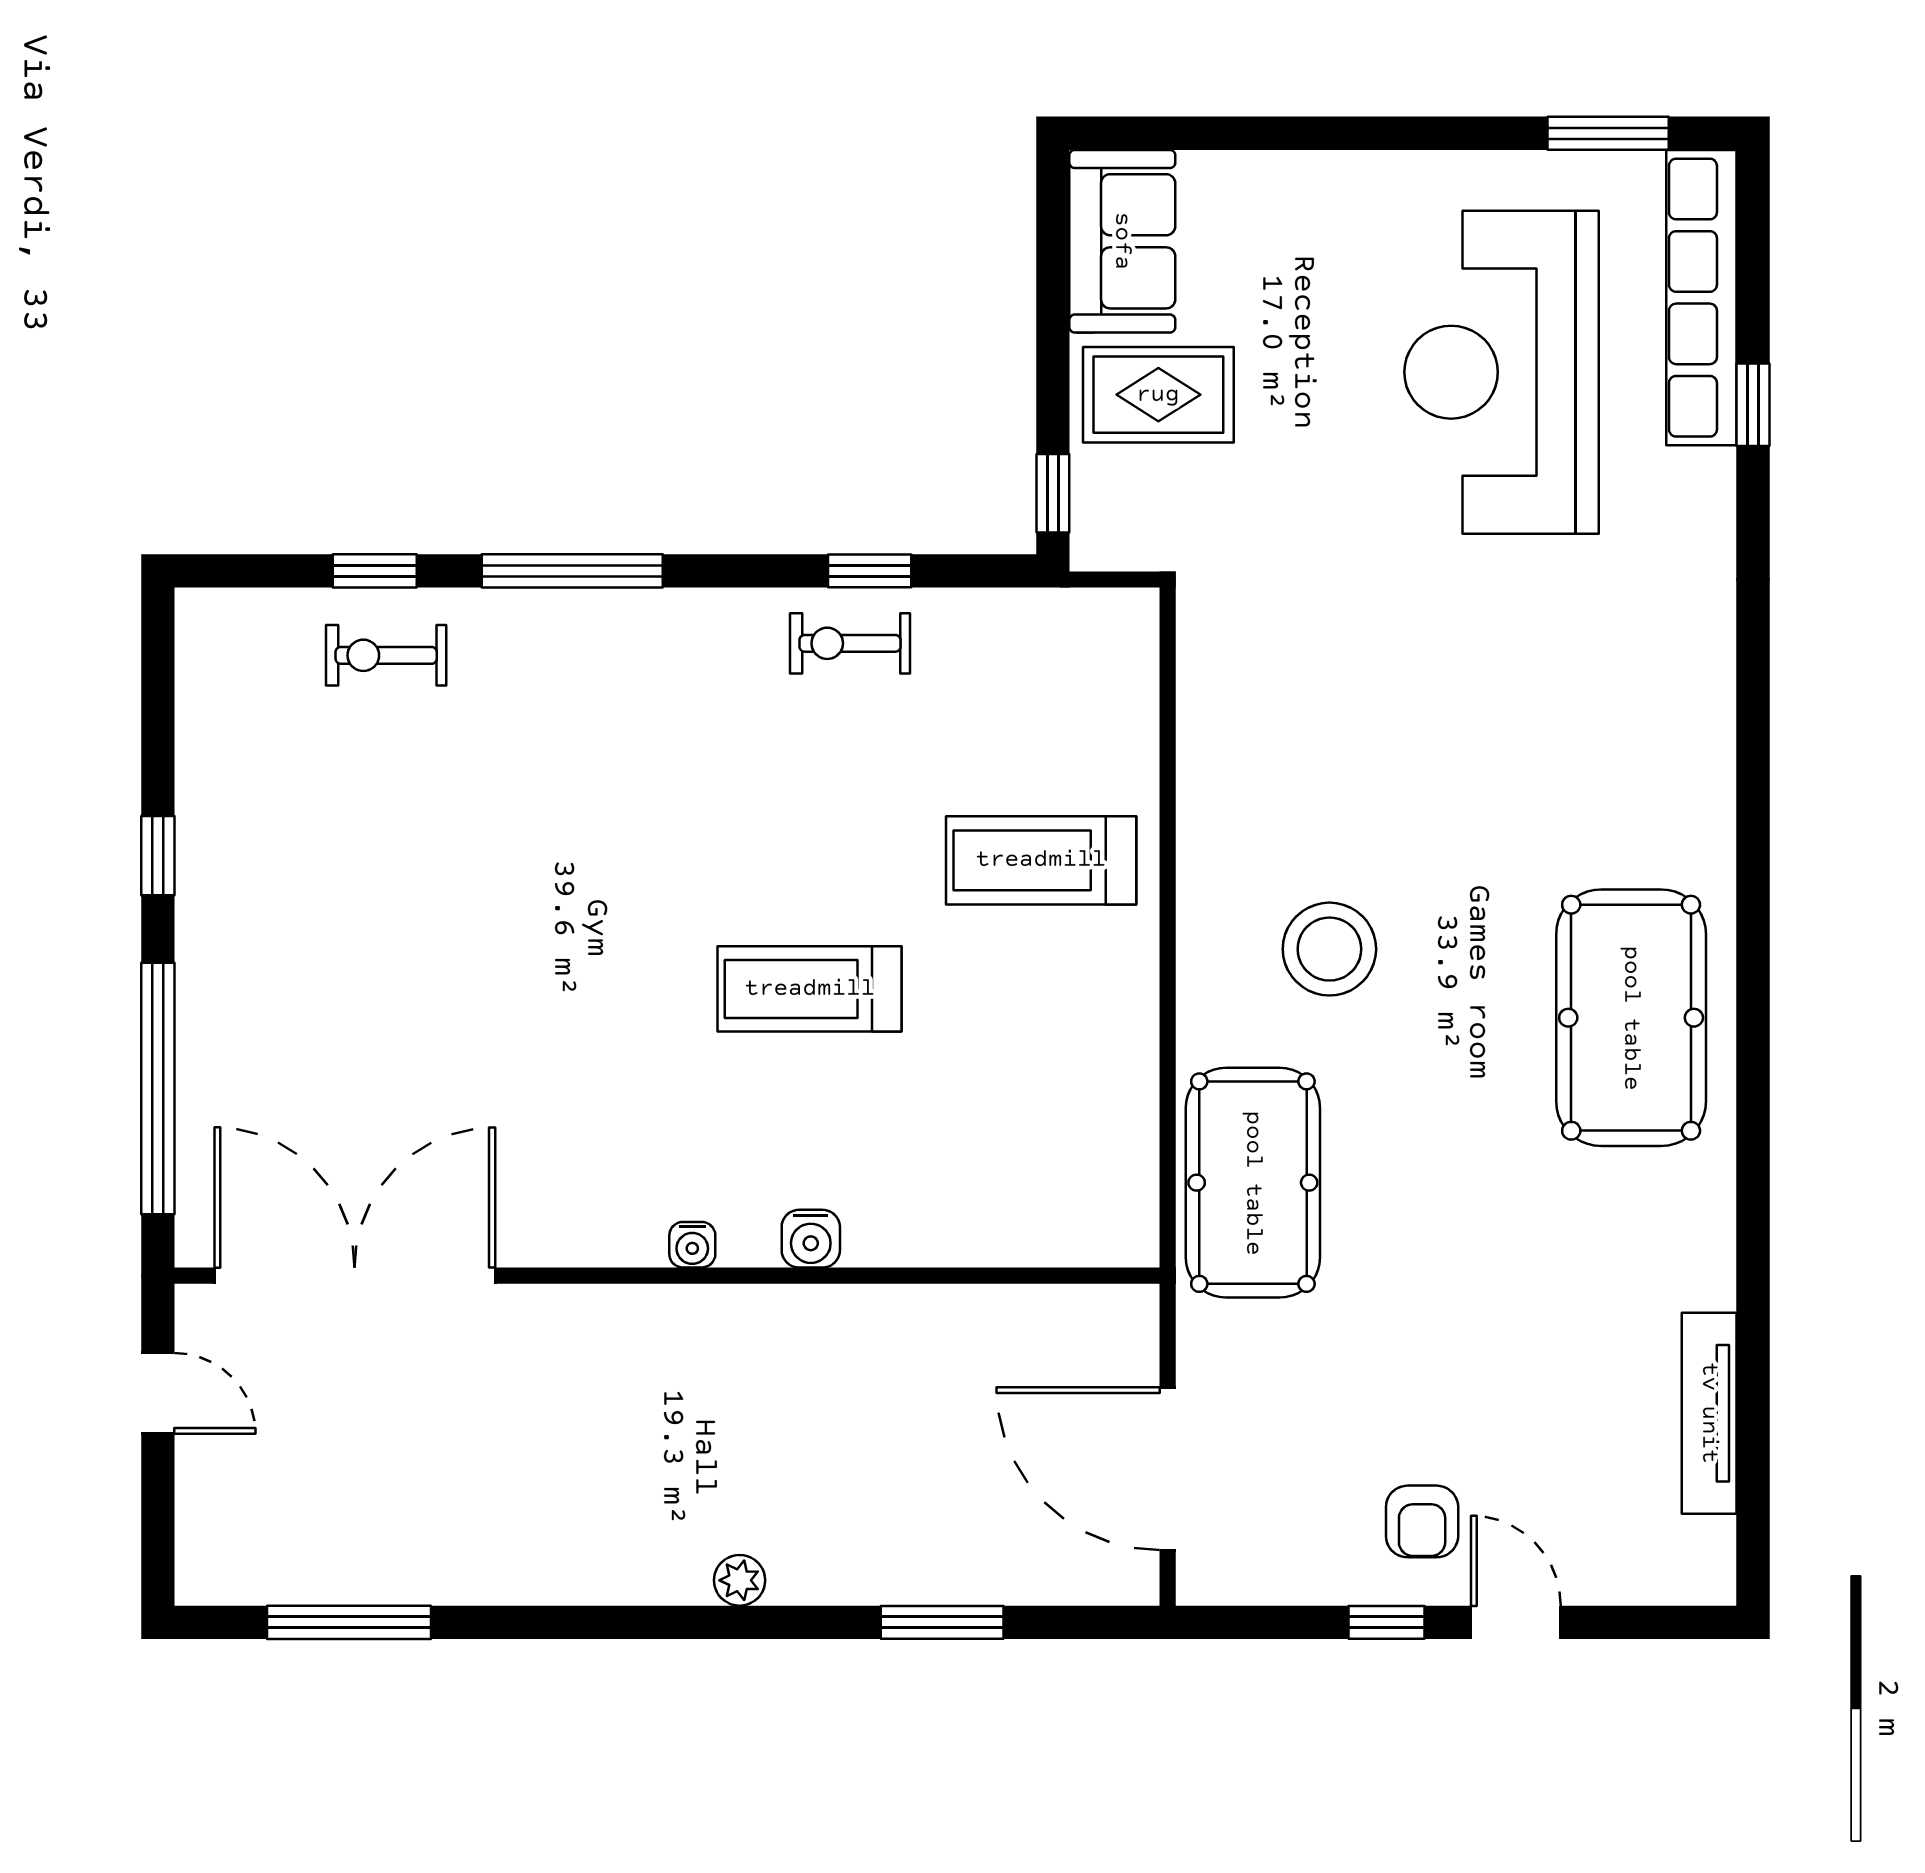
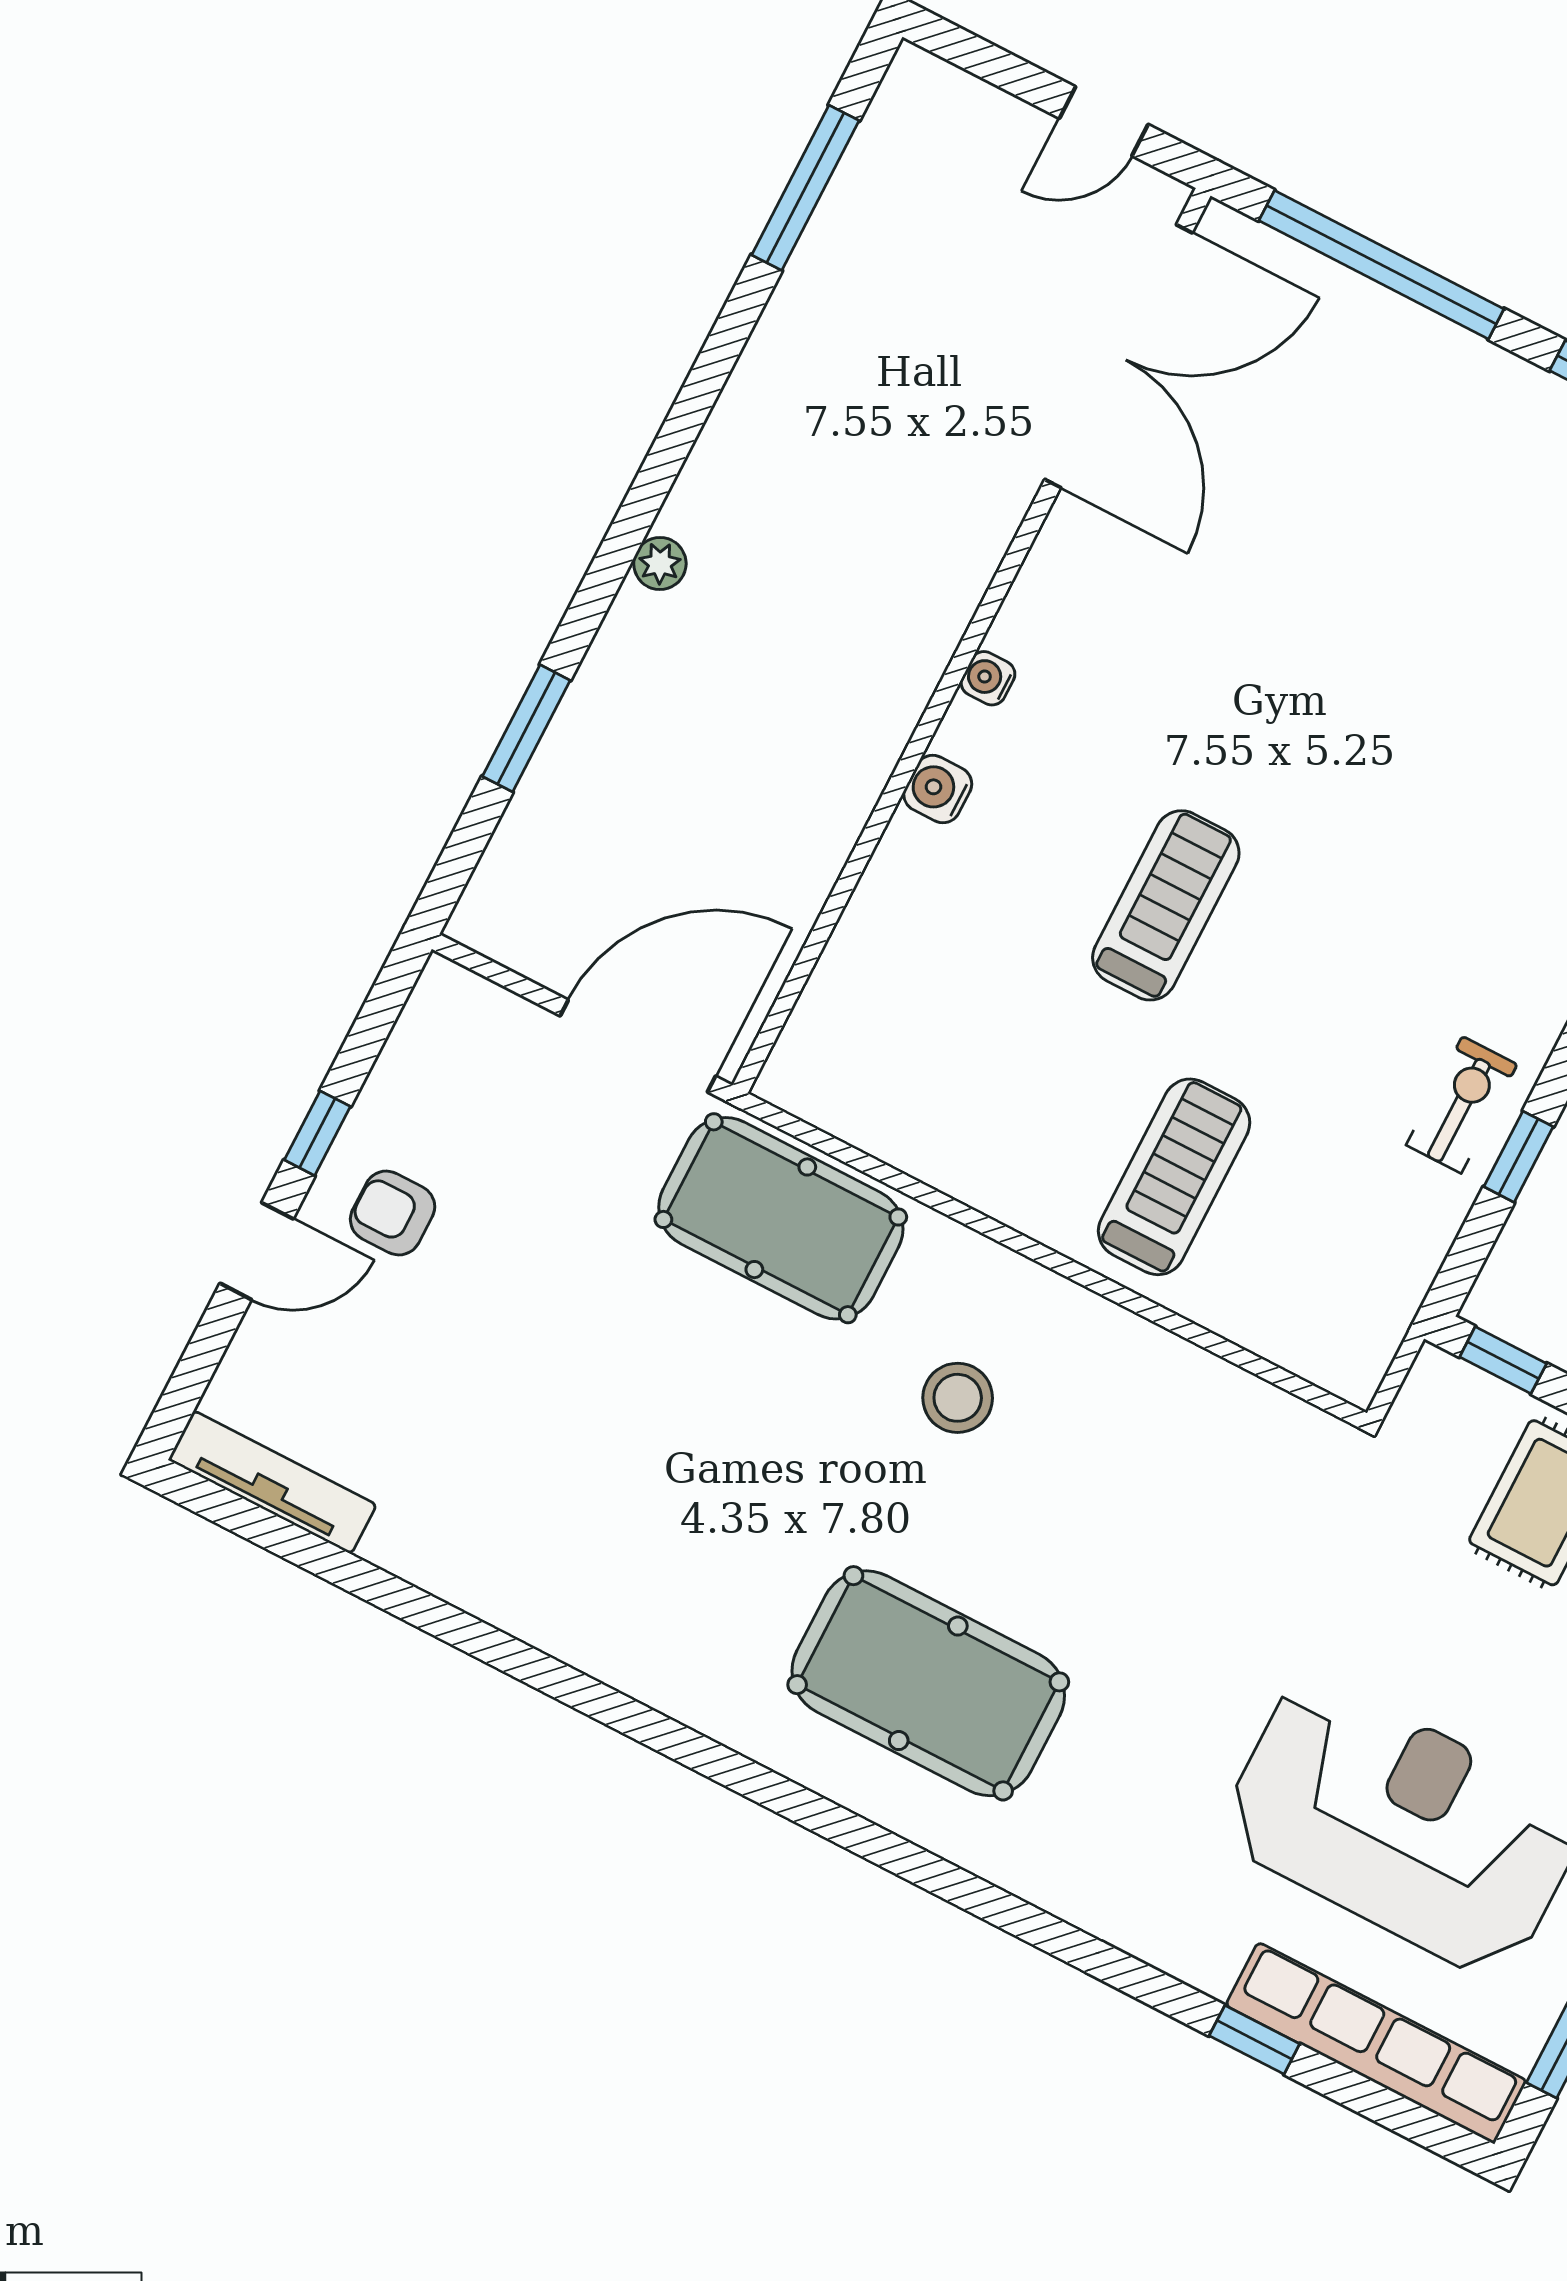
stool: (1329, 949) -> (958, 1398), width x0.73, depth x0.73
pool table: (1631, 1018) -> (928, 1683), moved
tv unit: (1709, 1413) -> (272, 1482), moved
door: (1168, 1469) -> (638, 1046), moved

